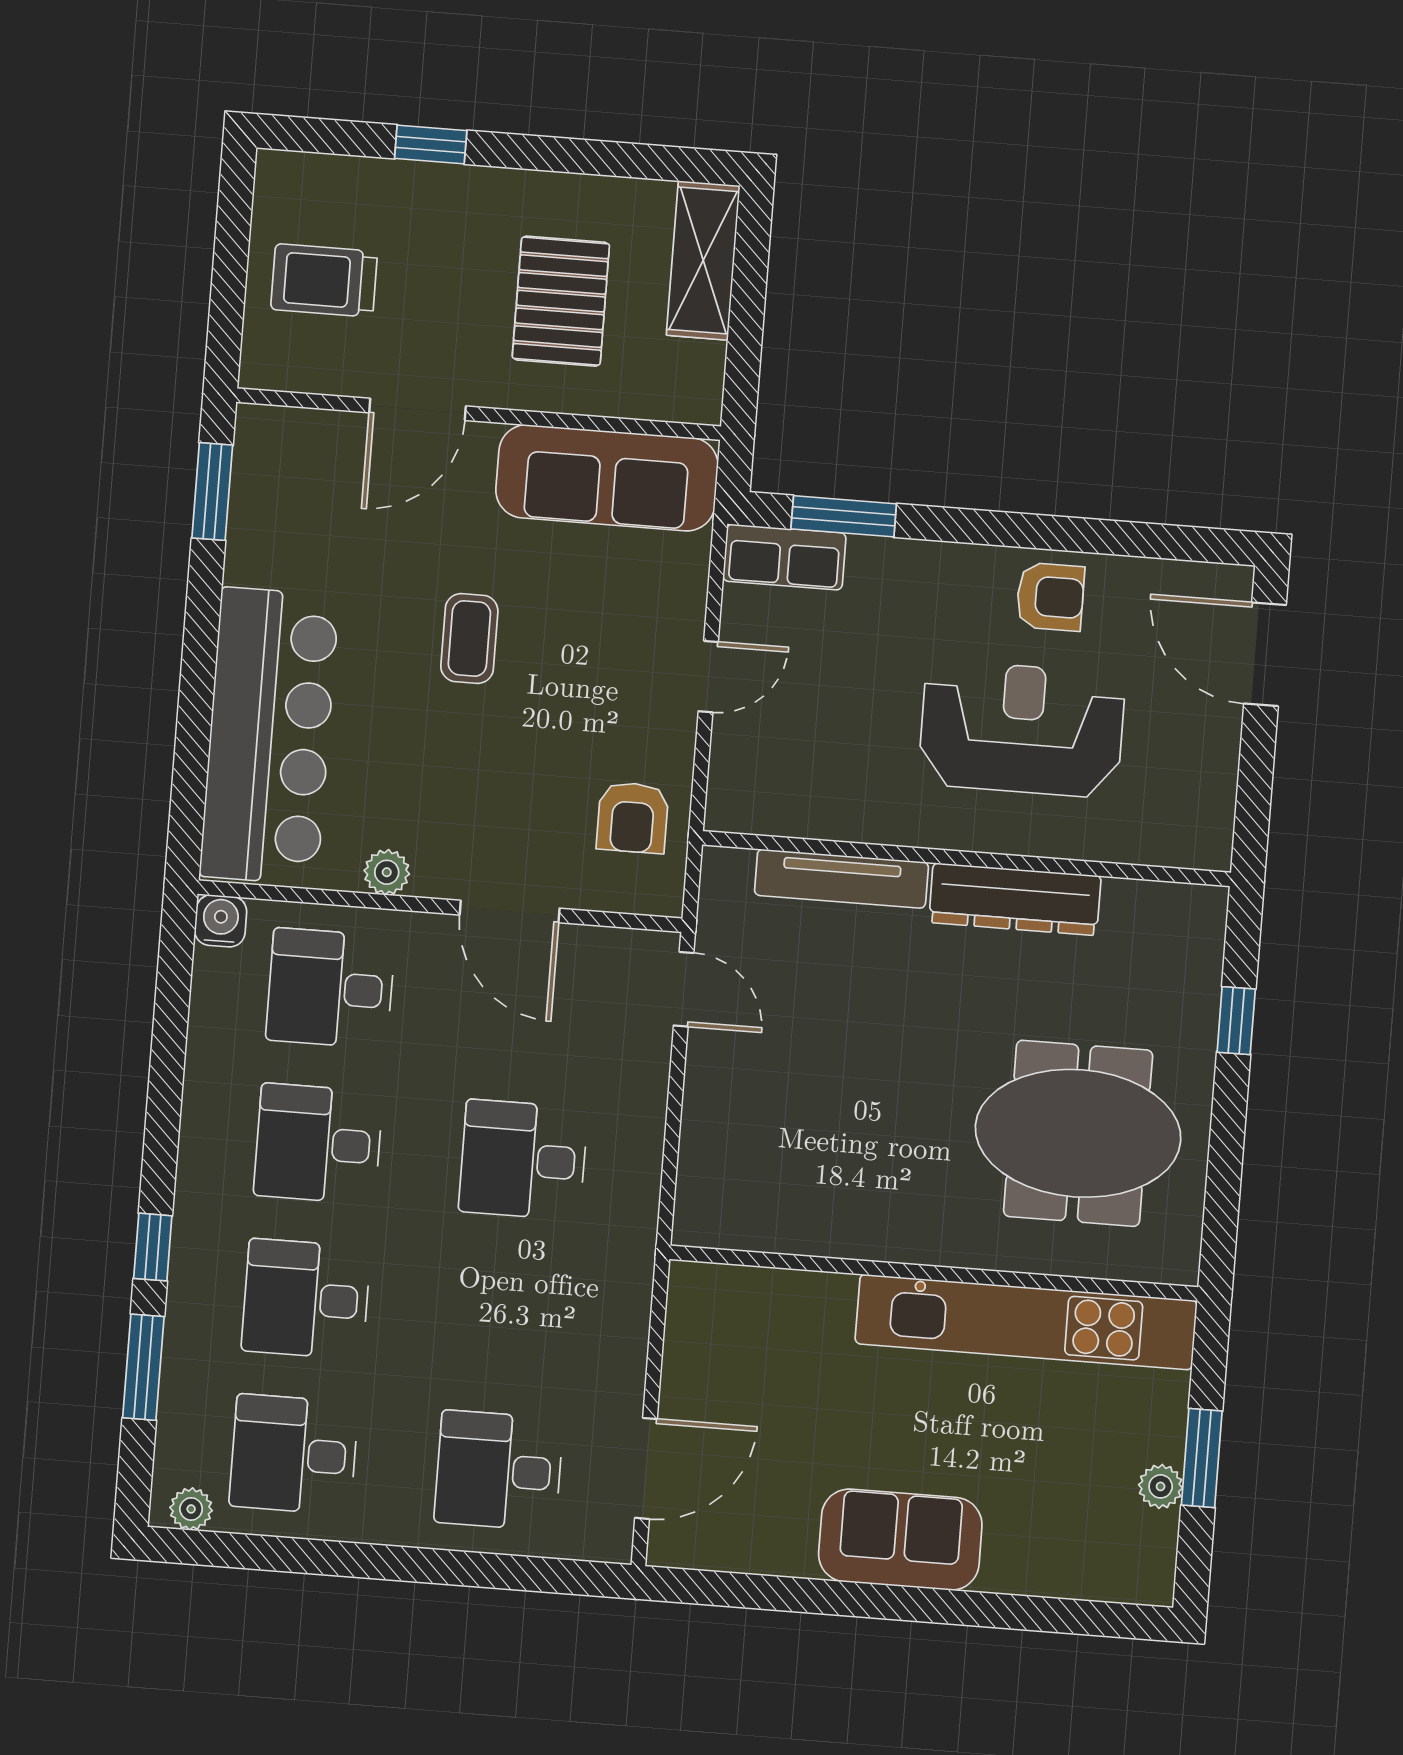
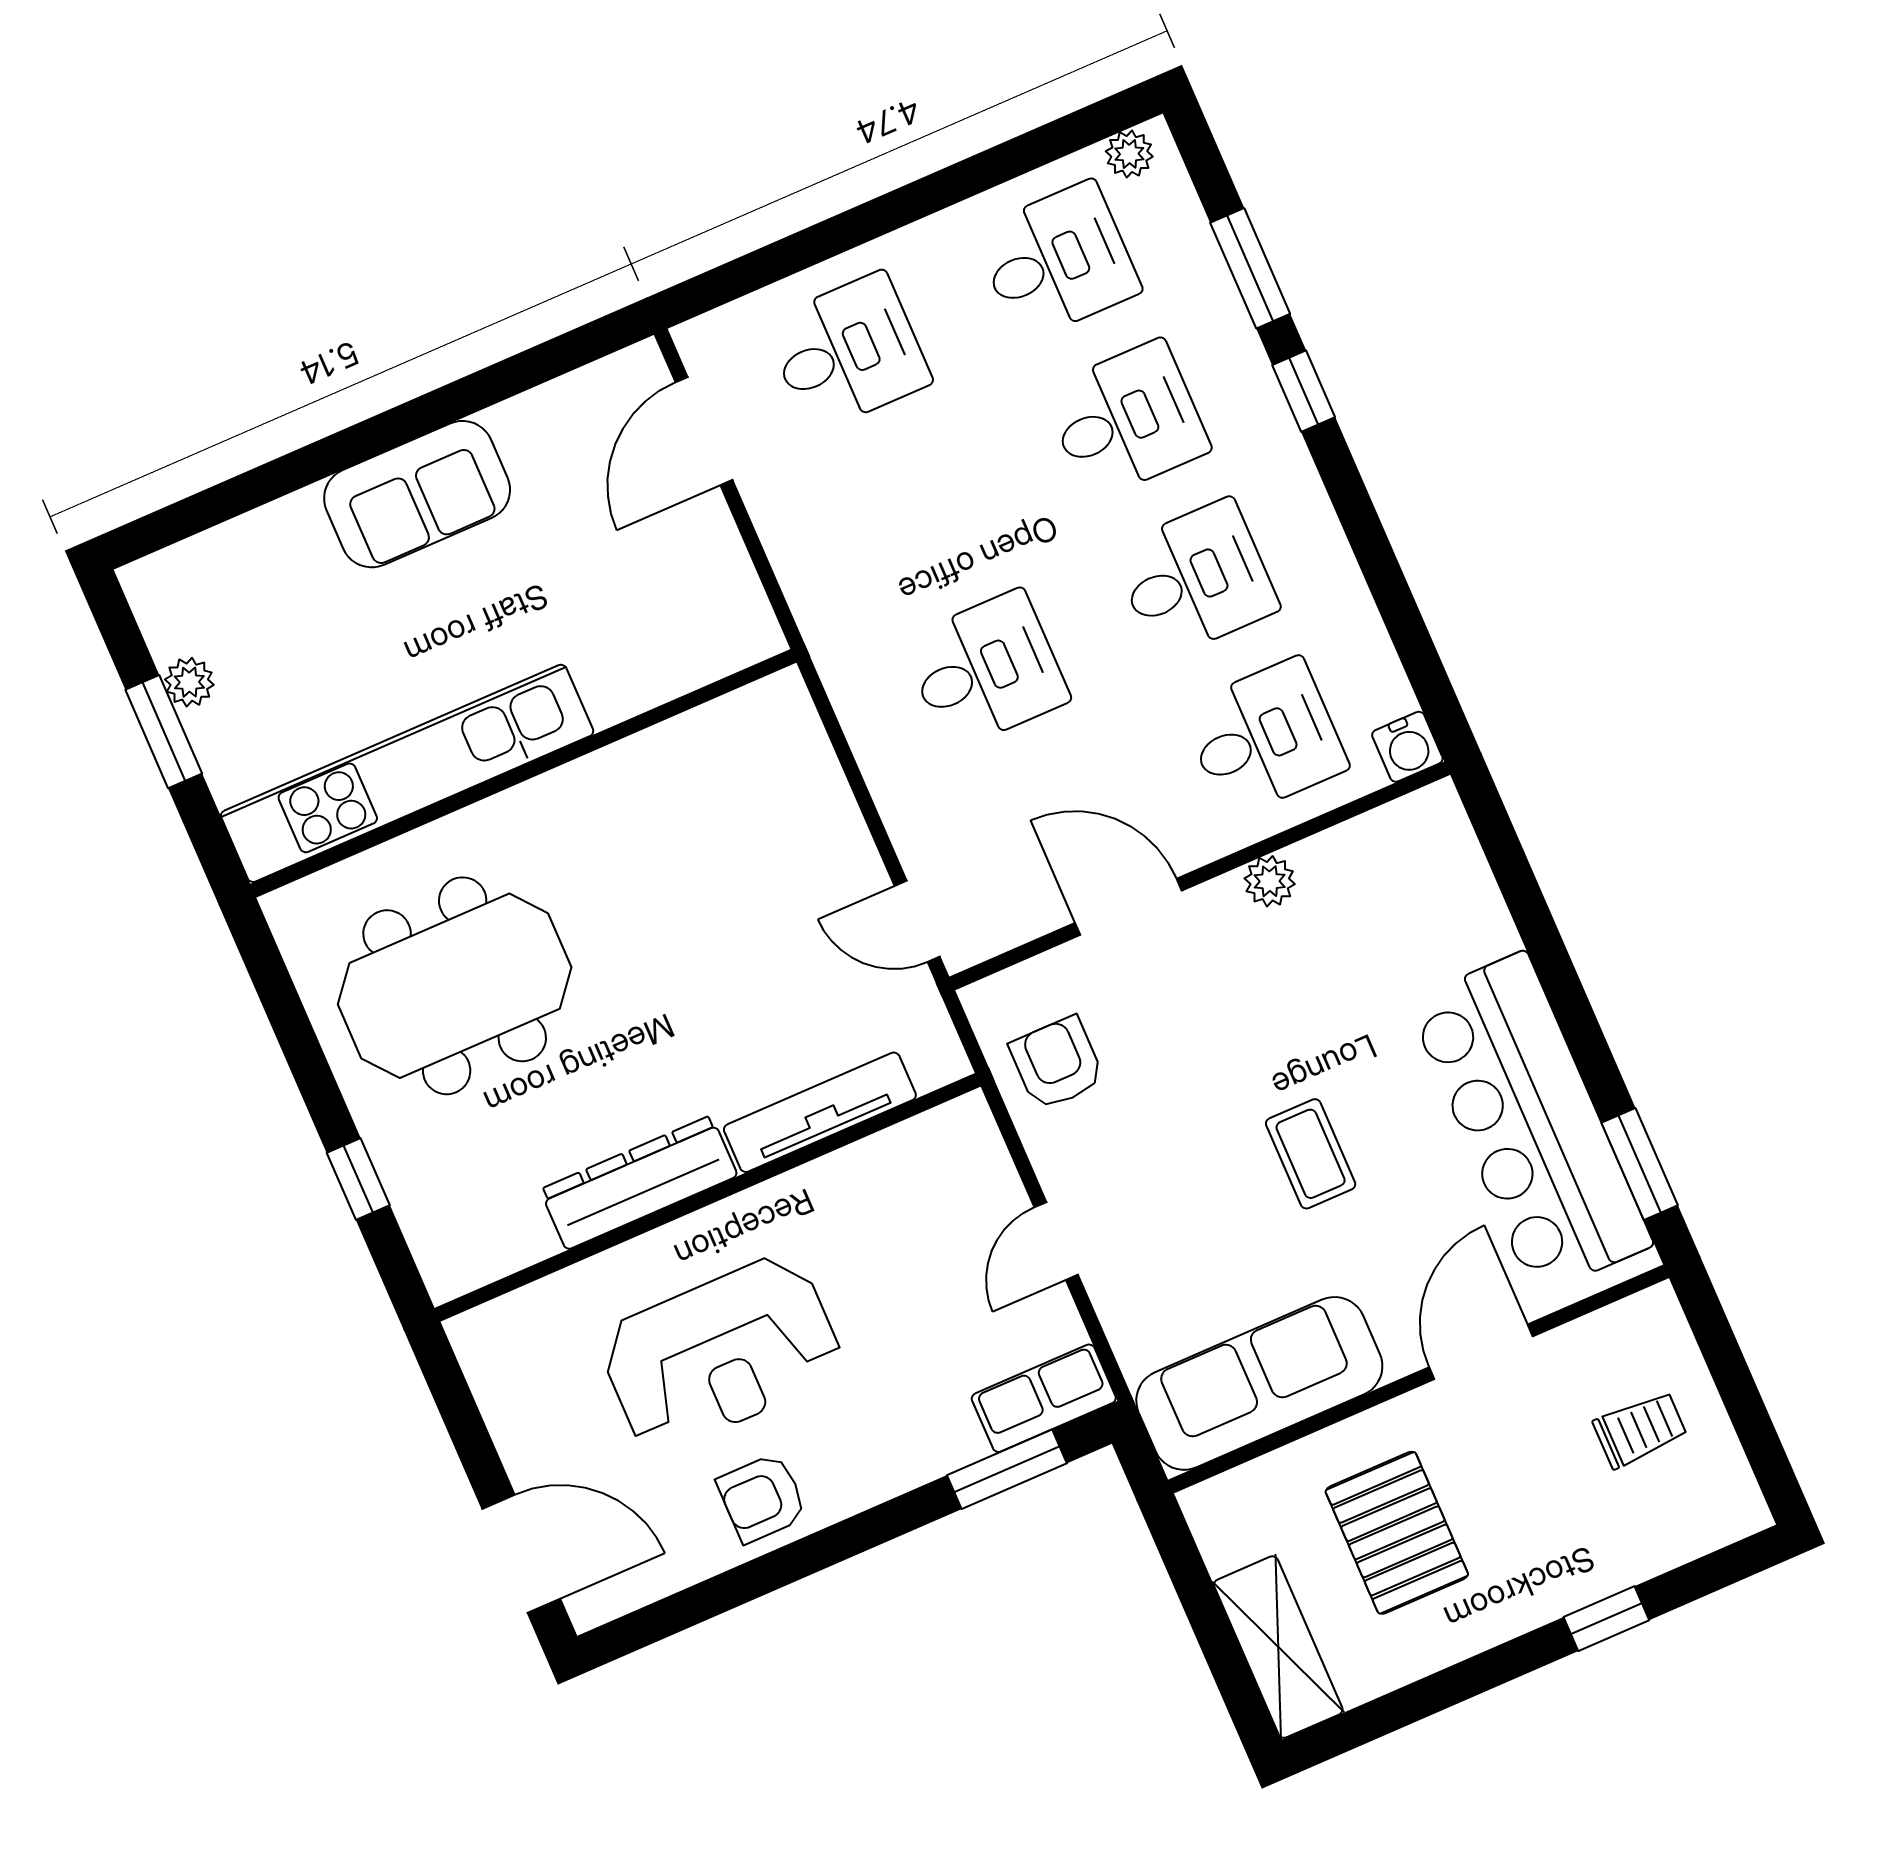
trolley: (324, 280) -> (1640, 1429), width x0.73, depth x0.72
bar counter: (269, 736) -> (1530, 1123), moved

